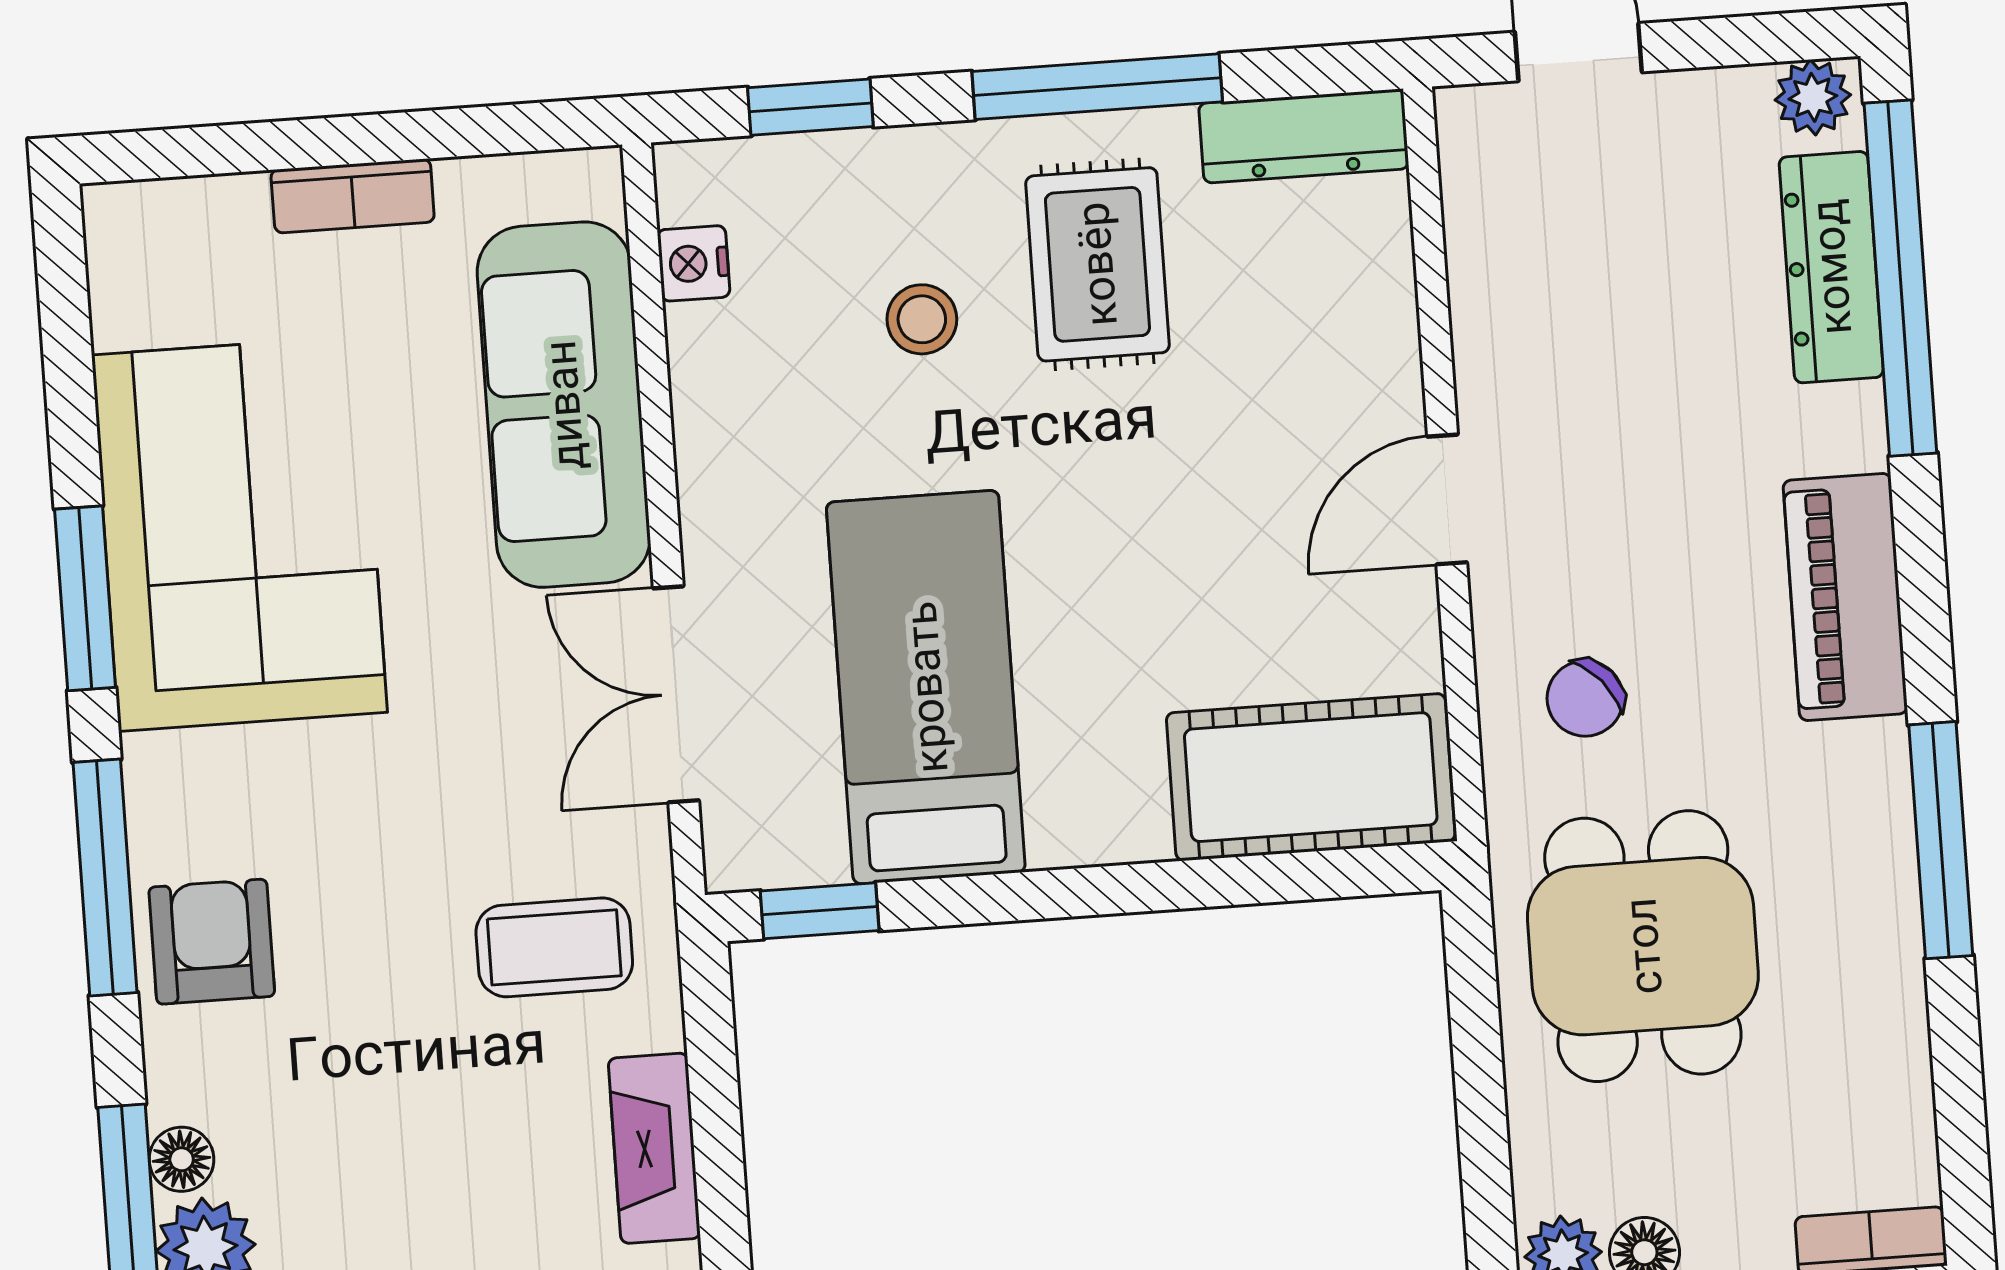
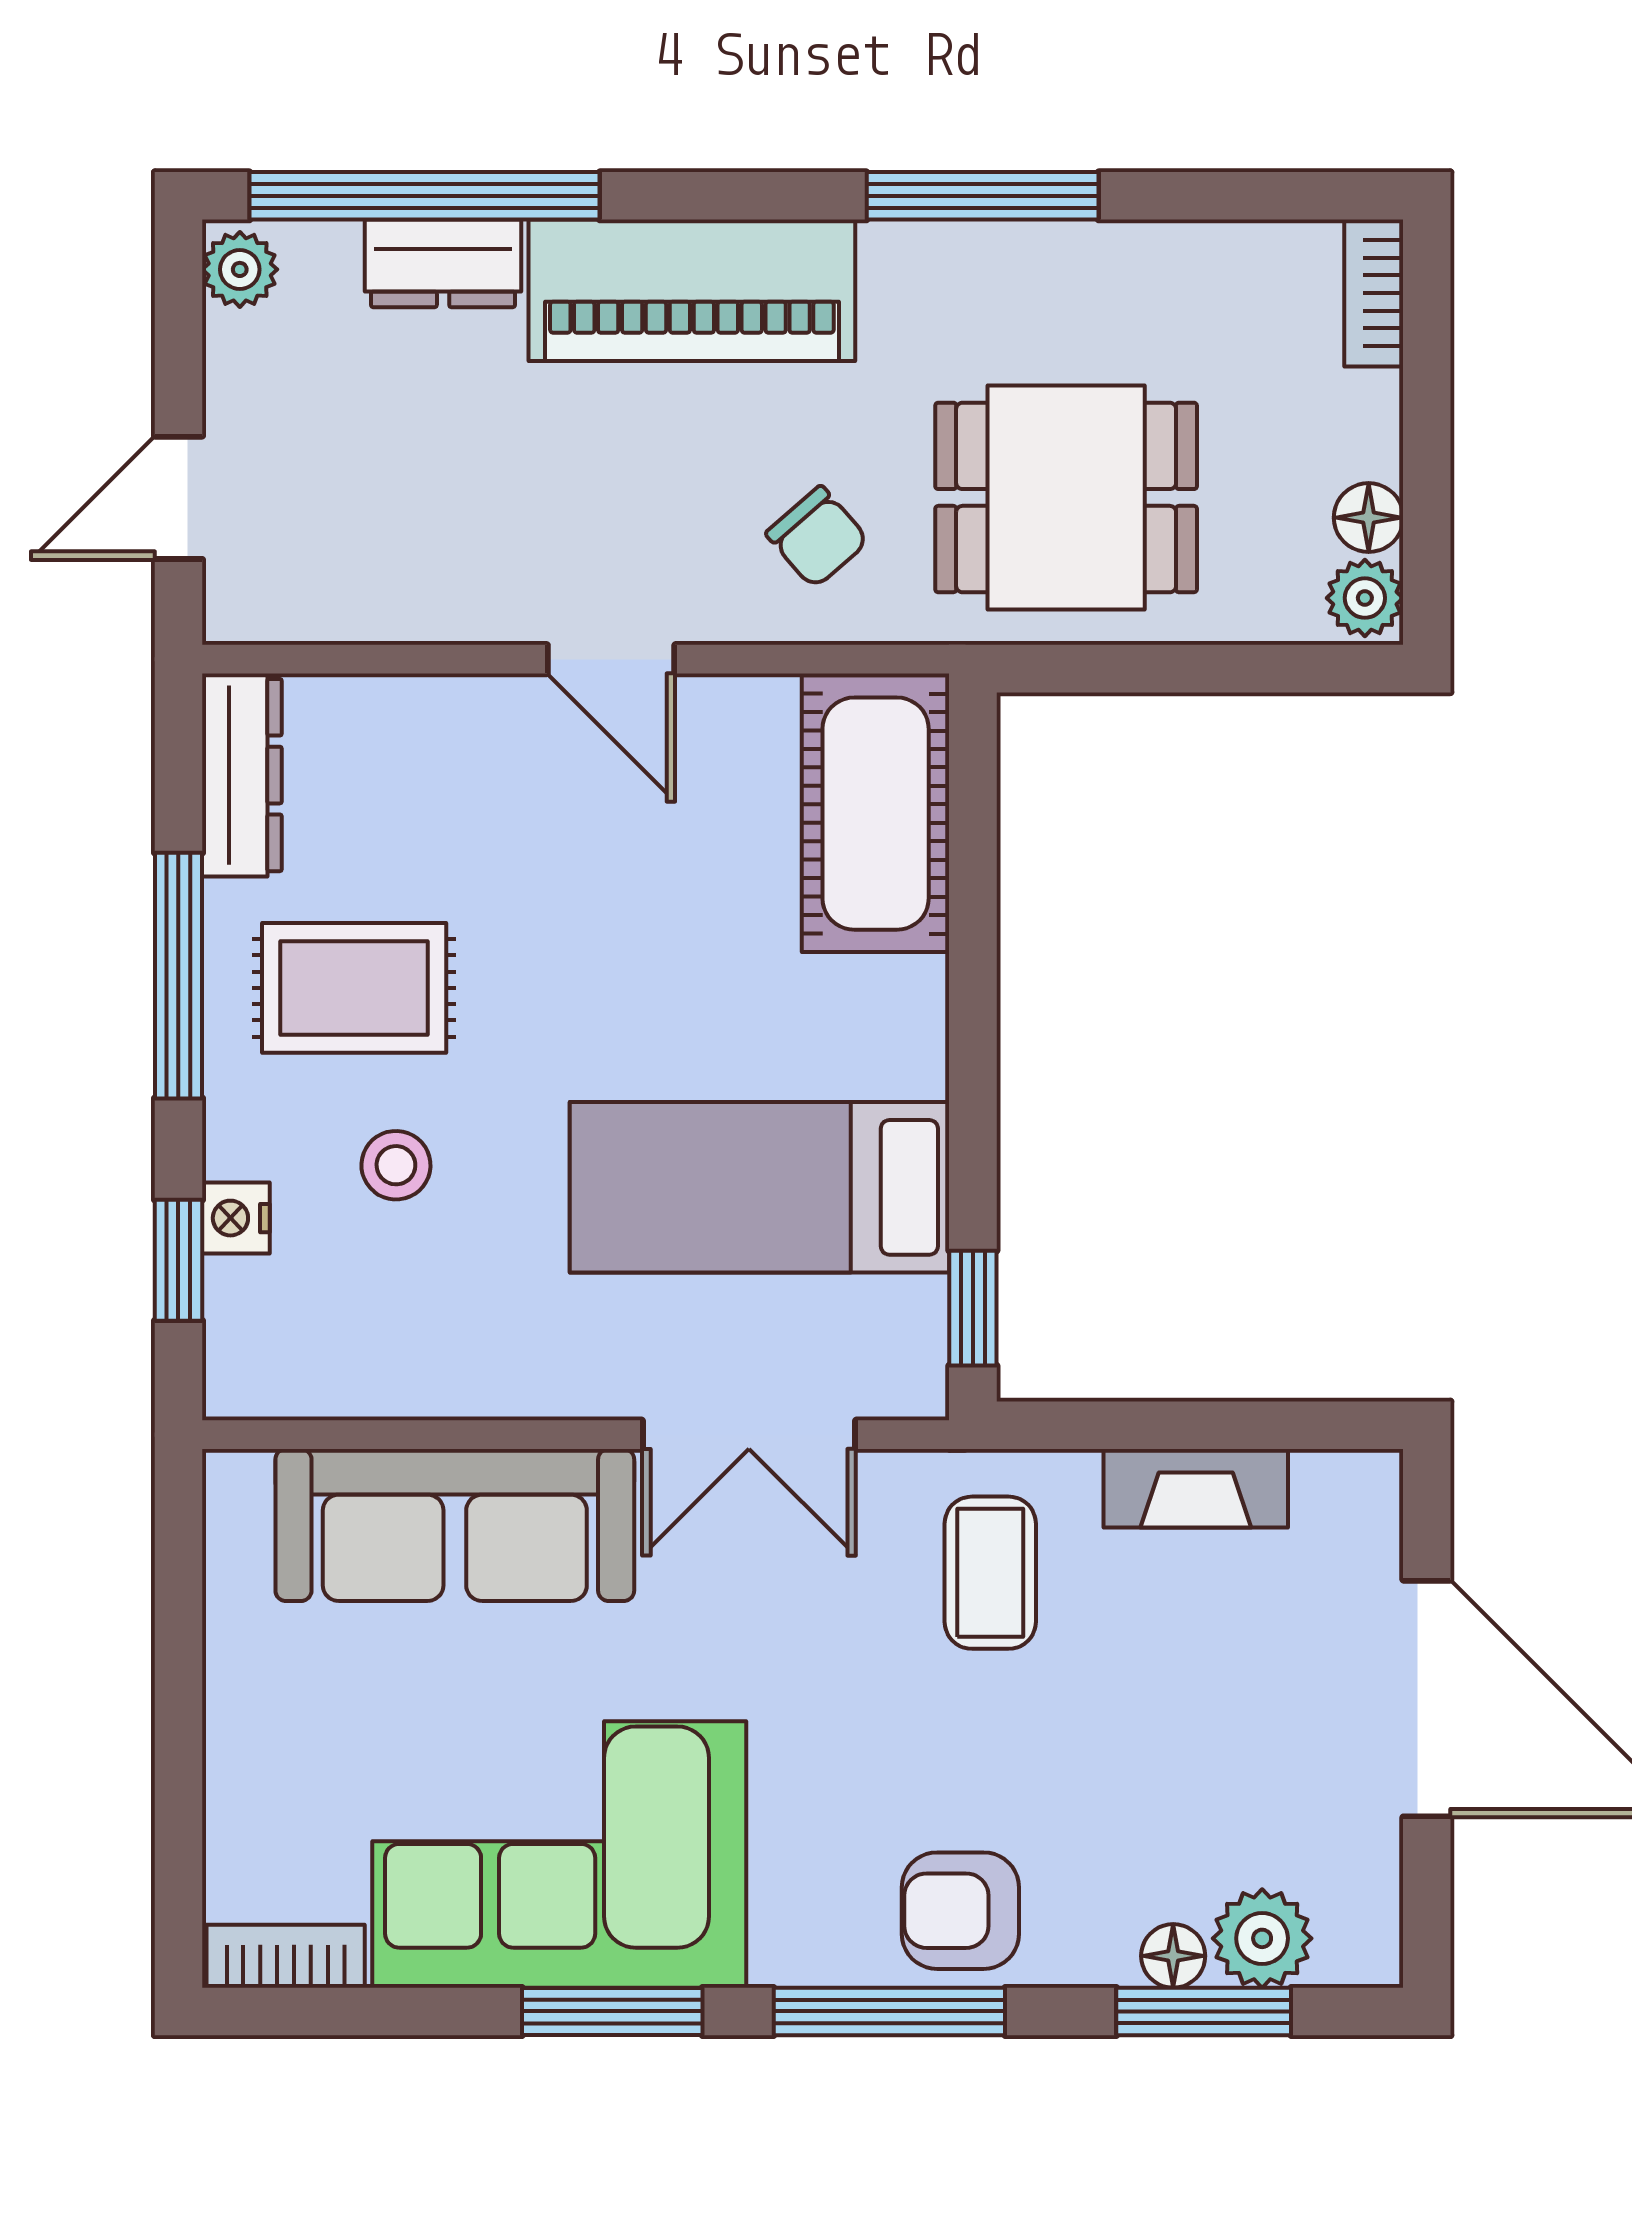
bookcase: (353, 196) -> (286, 1956), moved, turned -90
nightstand: (694, 263) -> (236, 1218), moved, turned 90
dresser: (1831, 267) -> (443, 263), width x0.70
piano: (1845, 597) -> (692, 290), width x1.37, depth x1.33

